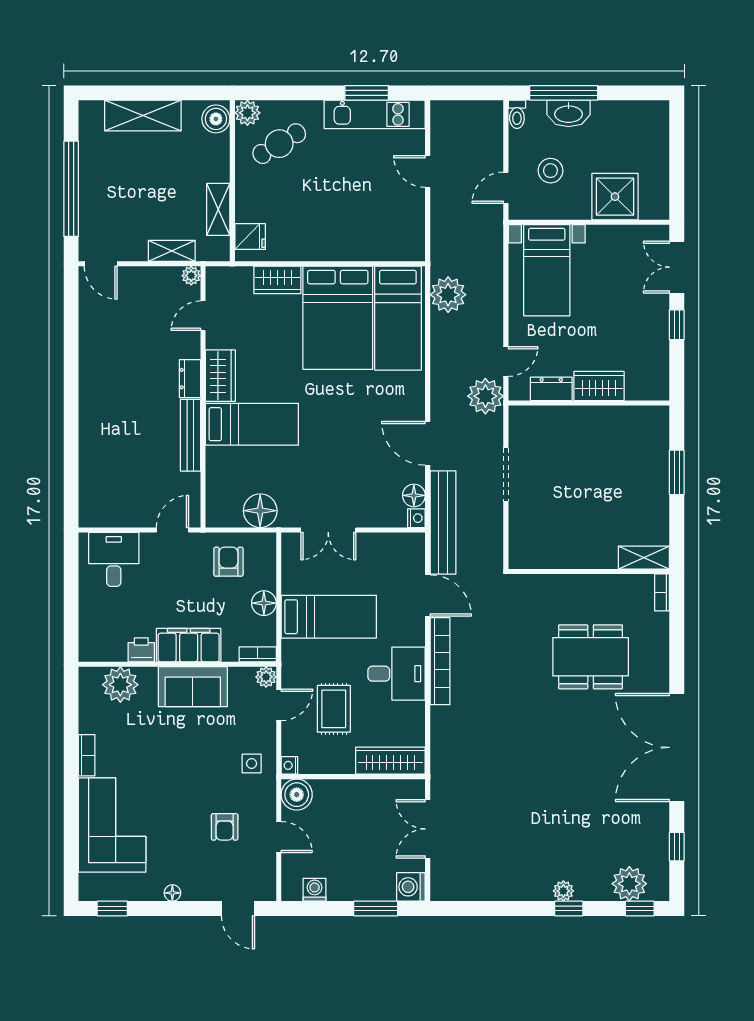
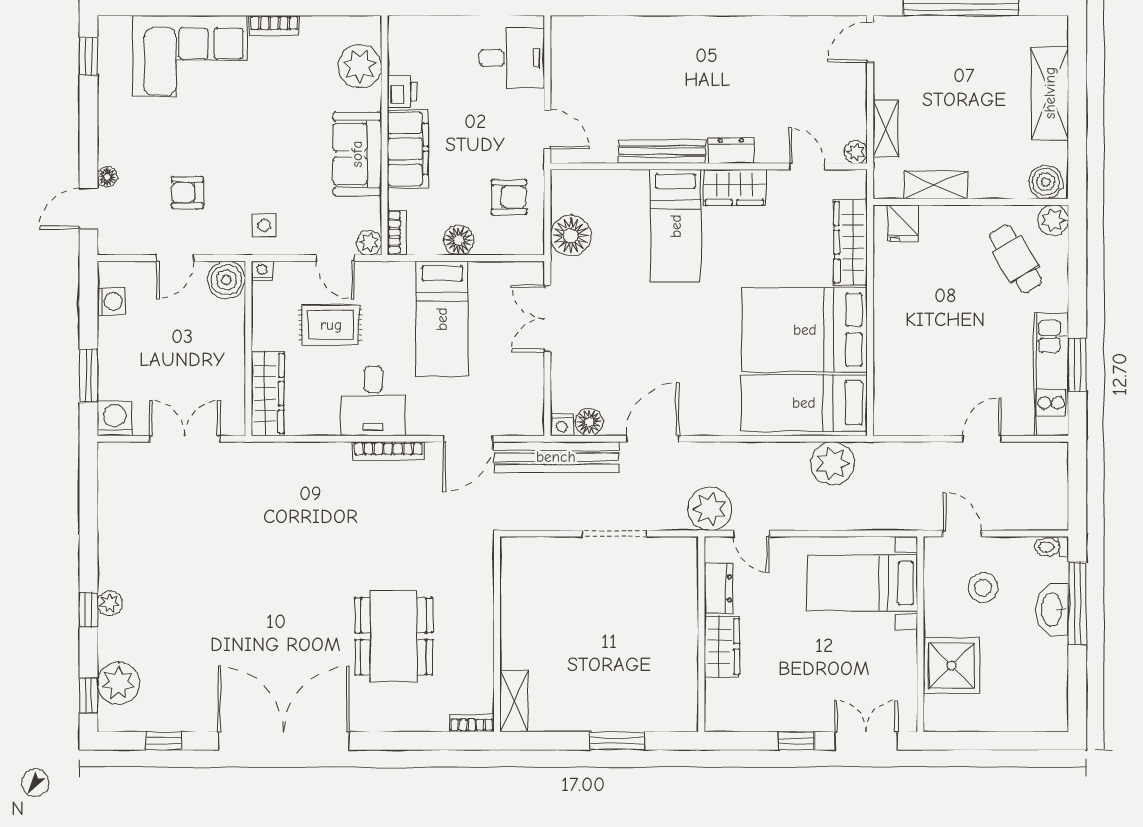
wardrobe: (277, 280) -> (851, 242), width x1.50
bookcase: (440, 661) -> (388, 451), width x0.68, depth x0.76
floor lamp: (172, 893) -> (107, 177), moved

